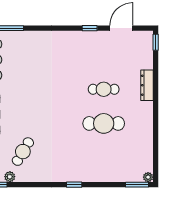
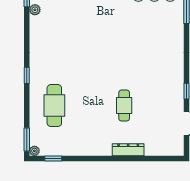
window: (156, 42) -> (53, 159), moved
cafe table: (104, 123) -> (54, 106), moved
cafe table: (23, 152) -> (61, 23), removed

